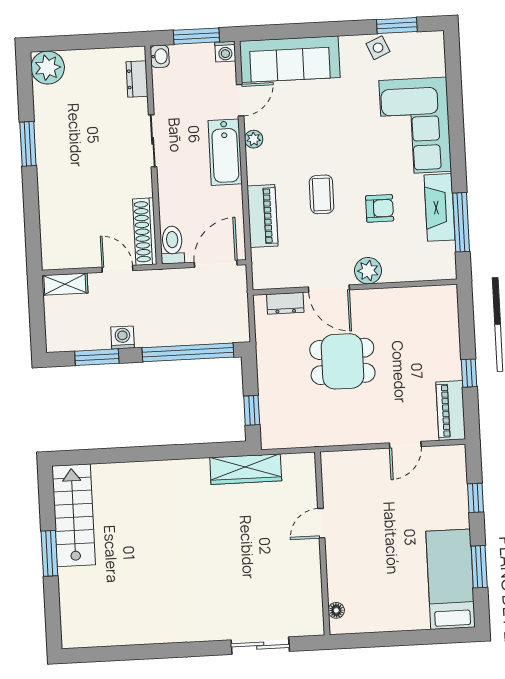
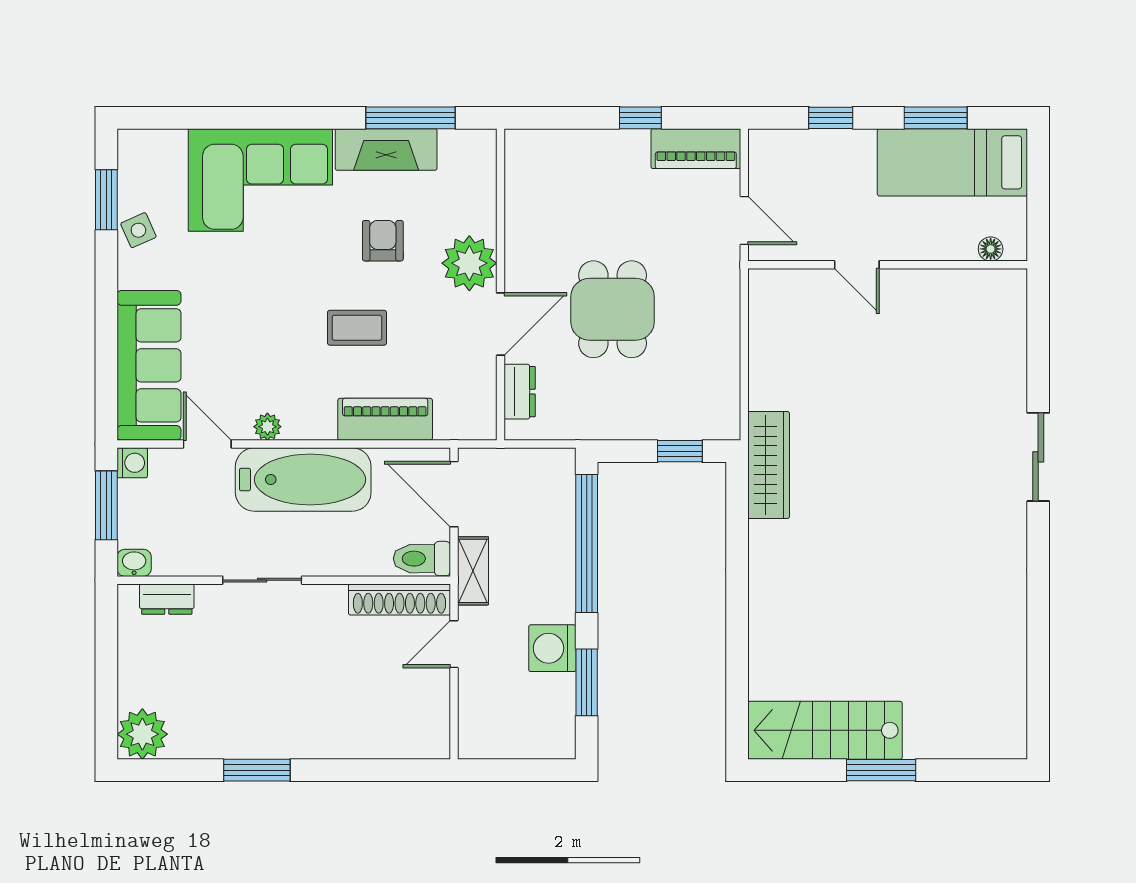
bathtub: (225, 152) -> (303, 480), width x1.36, depth x1.36
plant: (368, 271) -> (469, 263), width x1.36, depth x1.36
shelving: (65, 284) -> (473, 571), moved
washing machine: (123, 338) -> (552, 648), width x1.38, depth x1.38
door: (321, 523) -> (857, 265), moved
wall: (322, 543) -> (888, 265), moved
floor lamp: (336, 610) -> (991, 249), moved

